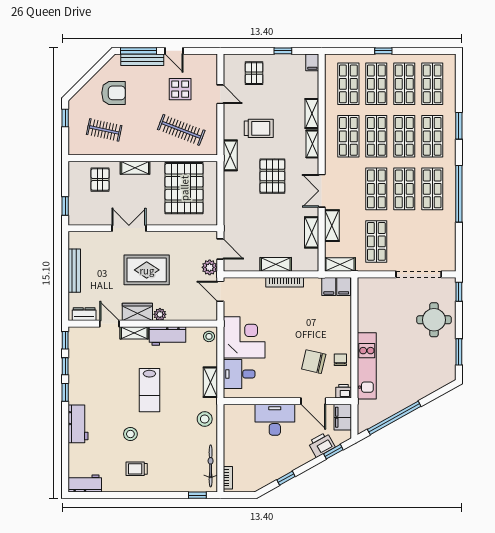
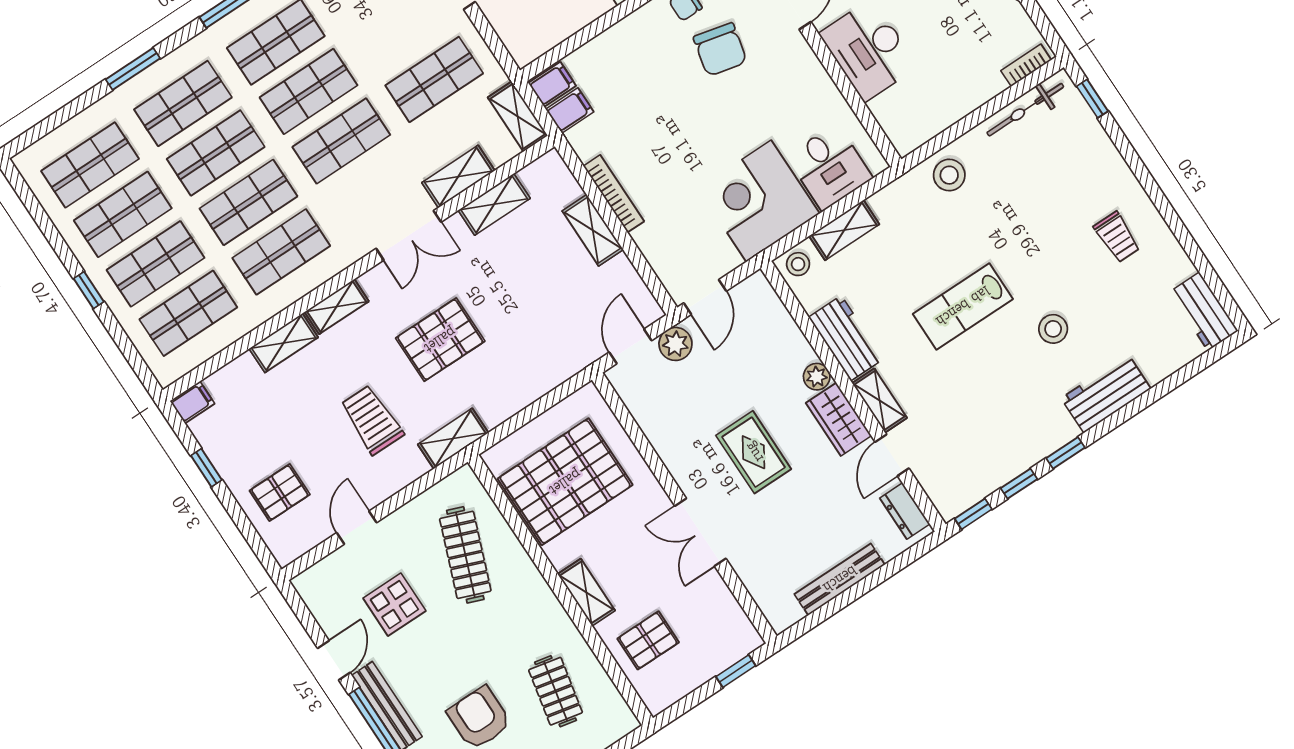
rug: (147, 270) -> (754, 452), width x0.73, depth x0.70
shelving: (210, 382) -> (844, 230), moved
lab bench: (149, 390) -> (963, 306), turned 180
stool: (130, 434) -> (1053, 329), moved

